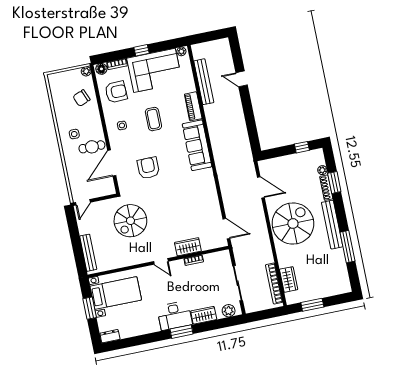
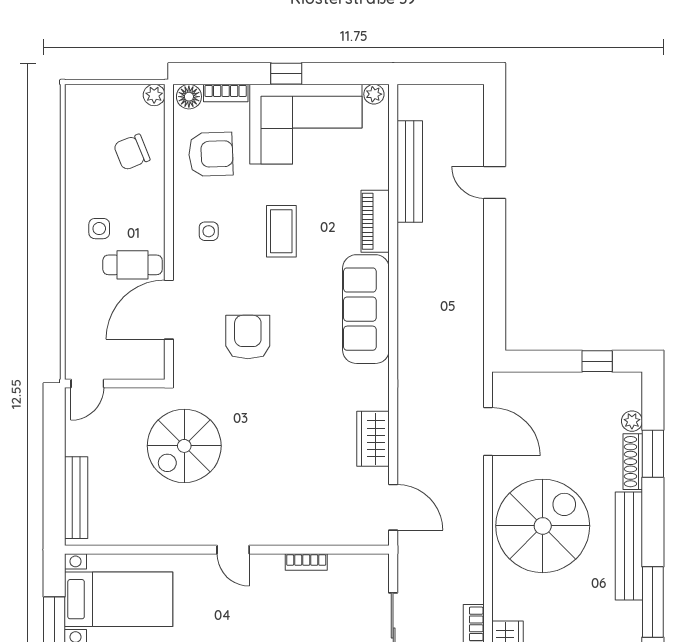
wardrobe: (188, 247) -> (373, 439), moved, turned -90

